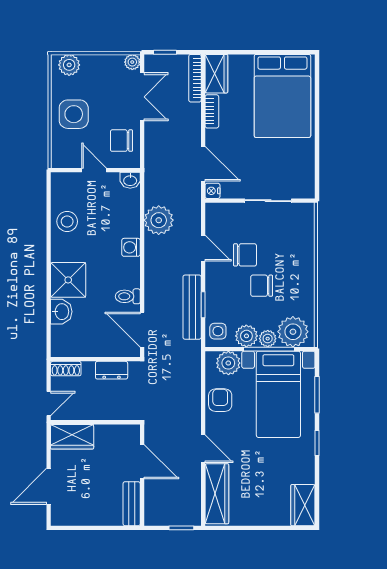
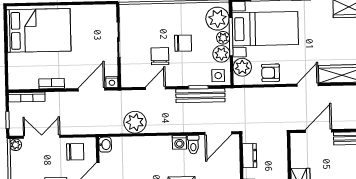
wardrobe: (216, 74) -> (23, 81), removed
chair: (121, 141) -> (75, 152), turned -90
washing machine: (131, 247) -> (179, 142), moved
chair: (262, 286) -> (183, 43), turned -90

